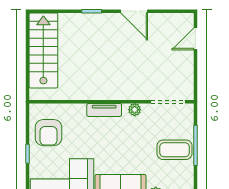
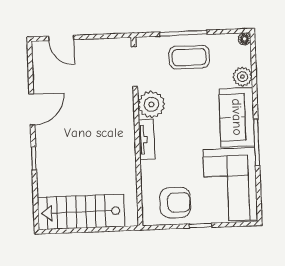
plant: (135, 110) -> (151, 104), width x1.88, depth x1.88
coffee table: (175, 150) -> (189, 57), turned 90

